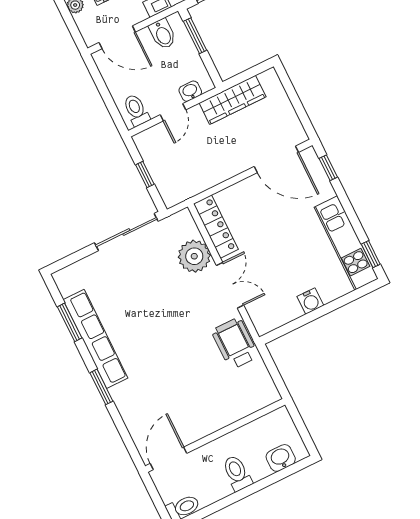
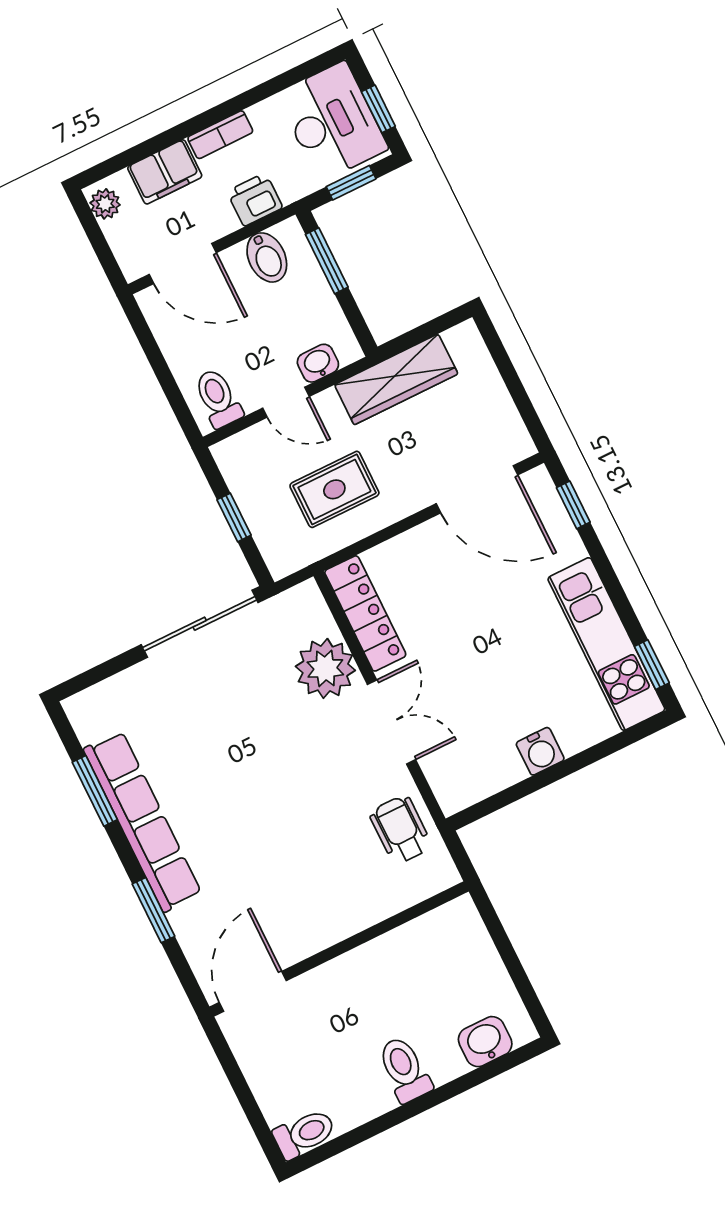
door: (173, 112) -> (286, 402), hinge flipped
rug: (199, 159) -> (334, 489), added
wheelchair: (235, 343) -> (401, 830), width x0.73, depth x0.73
wall: (215, 435) -> (339, 949), moved
door: (168, 458) -> (253, 991), moved

